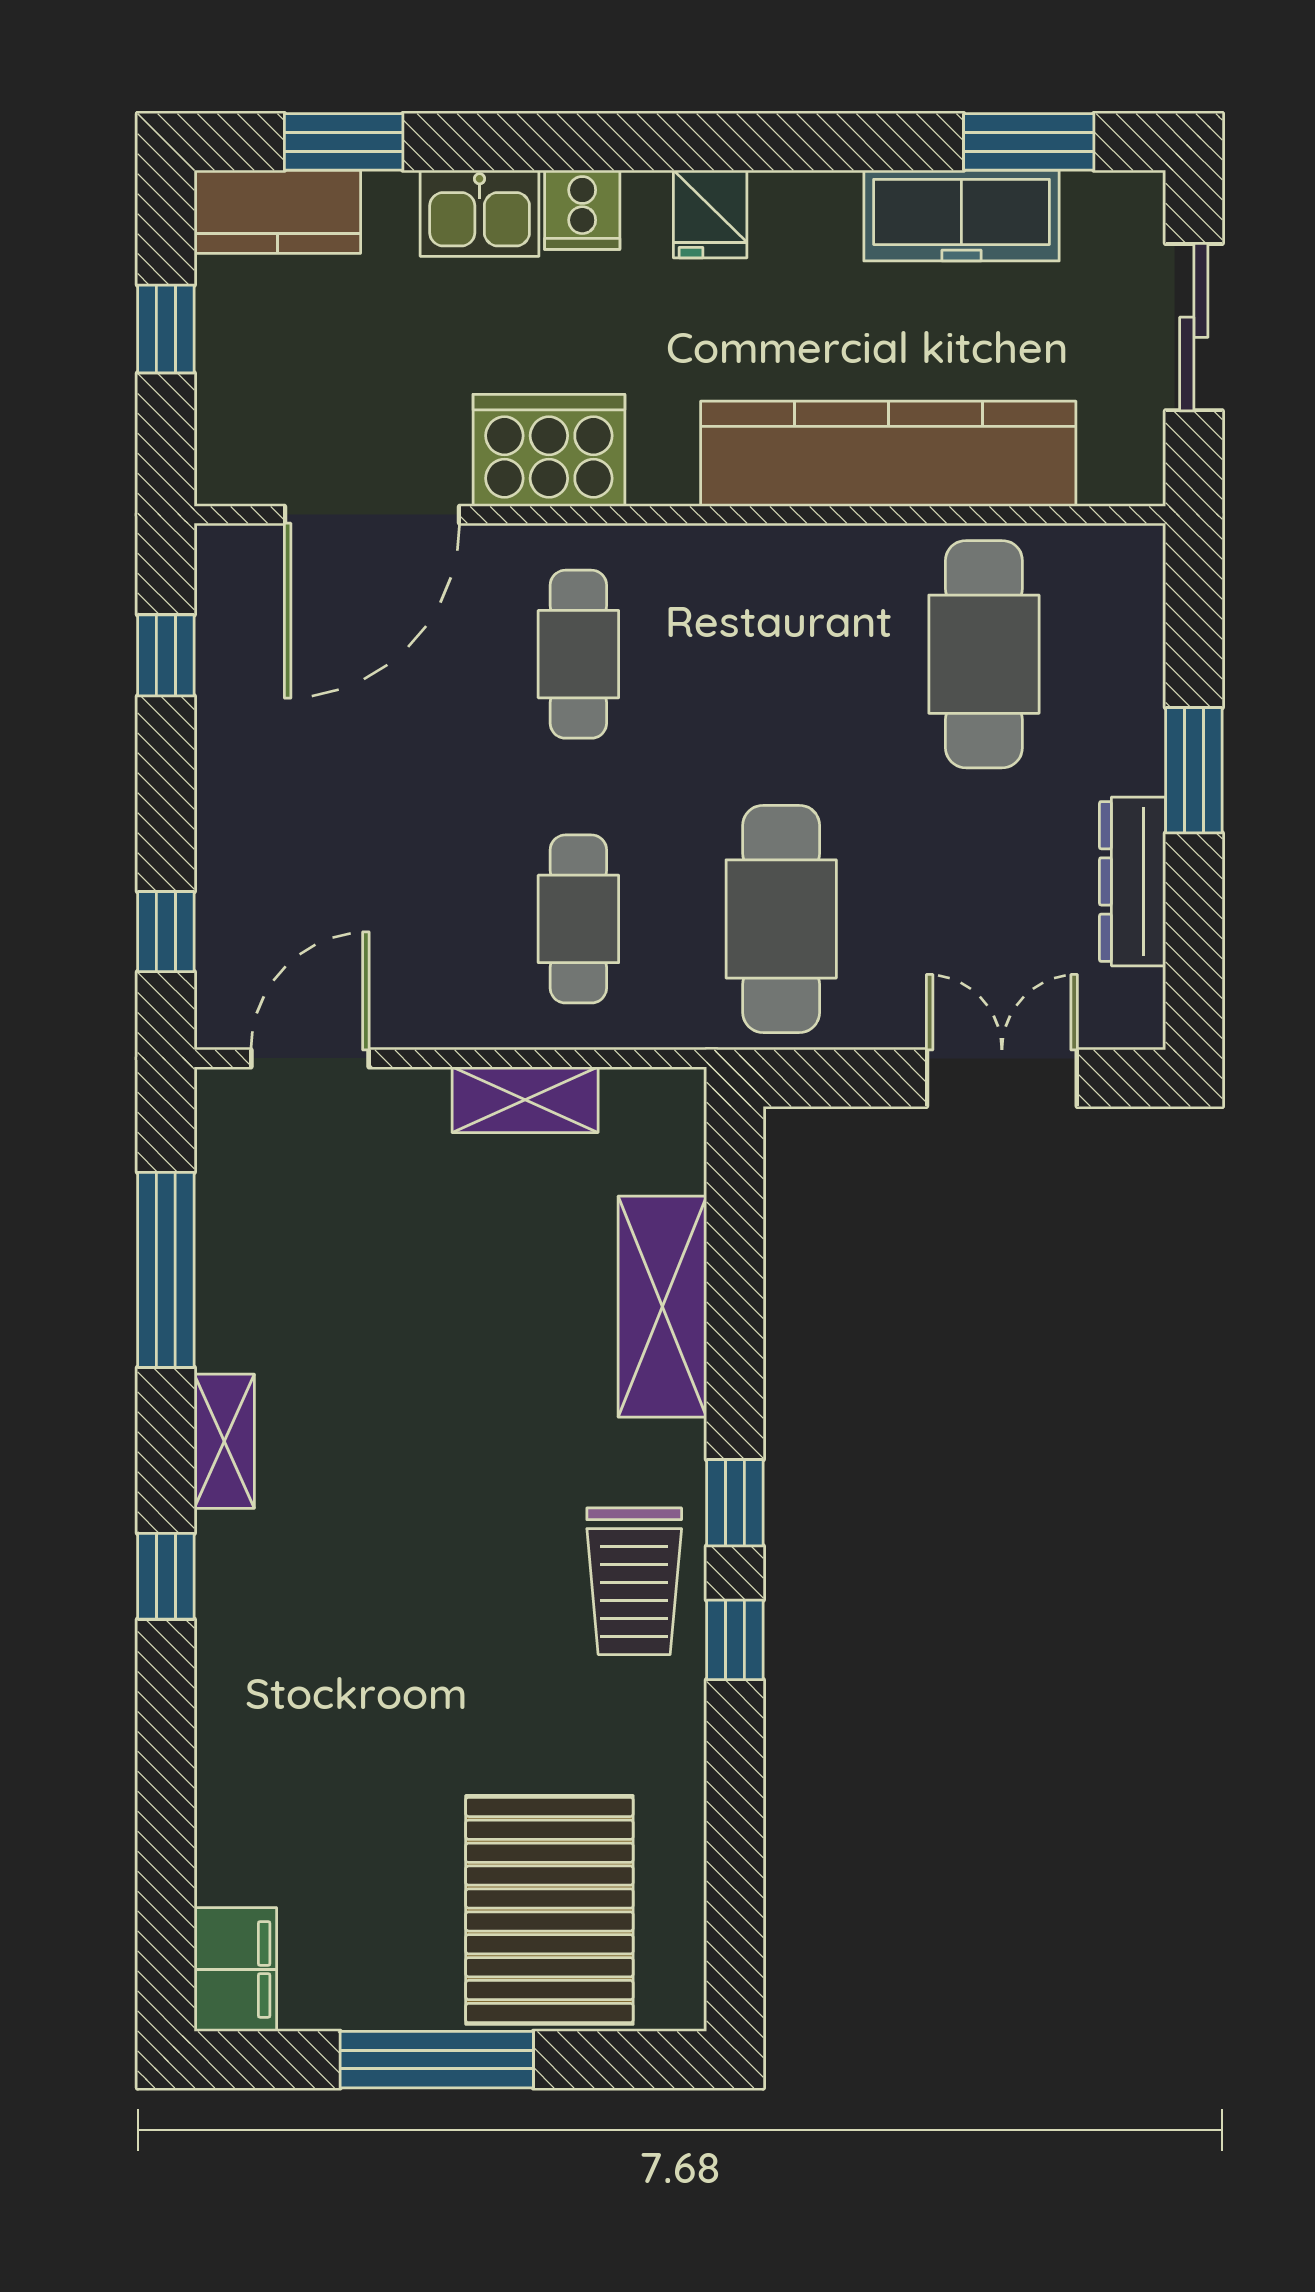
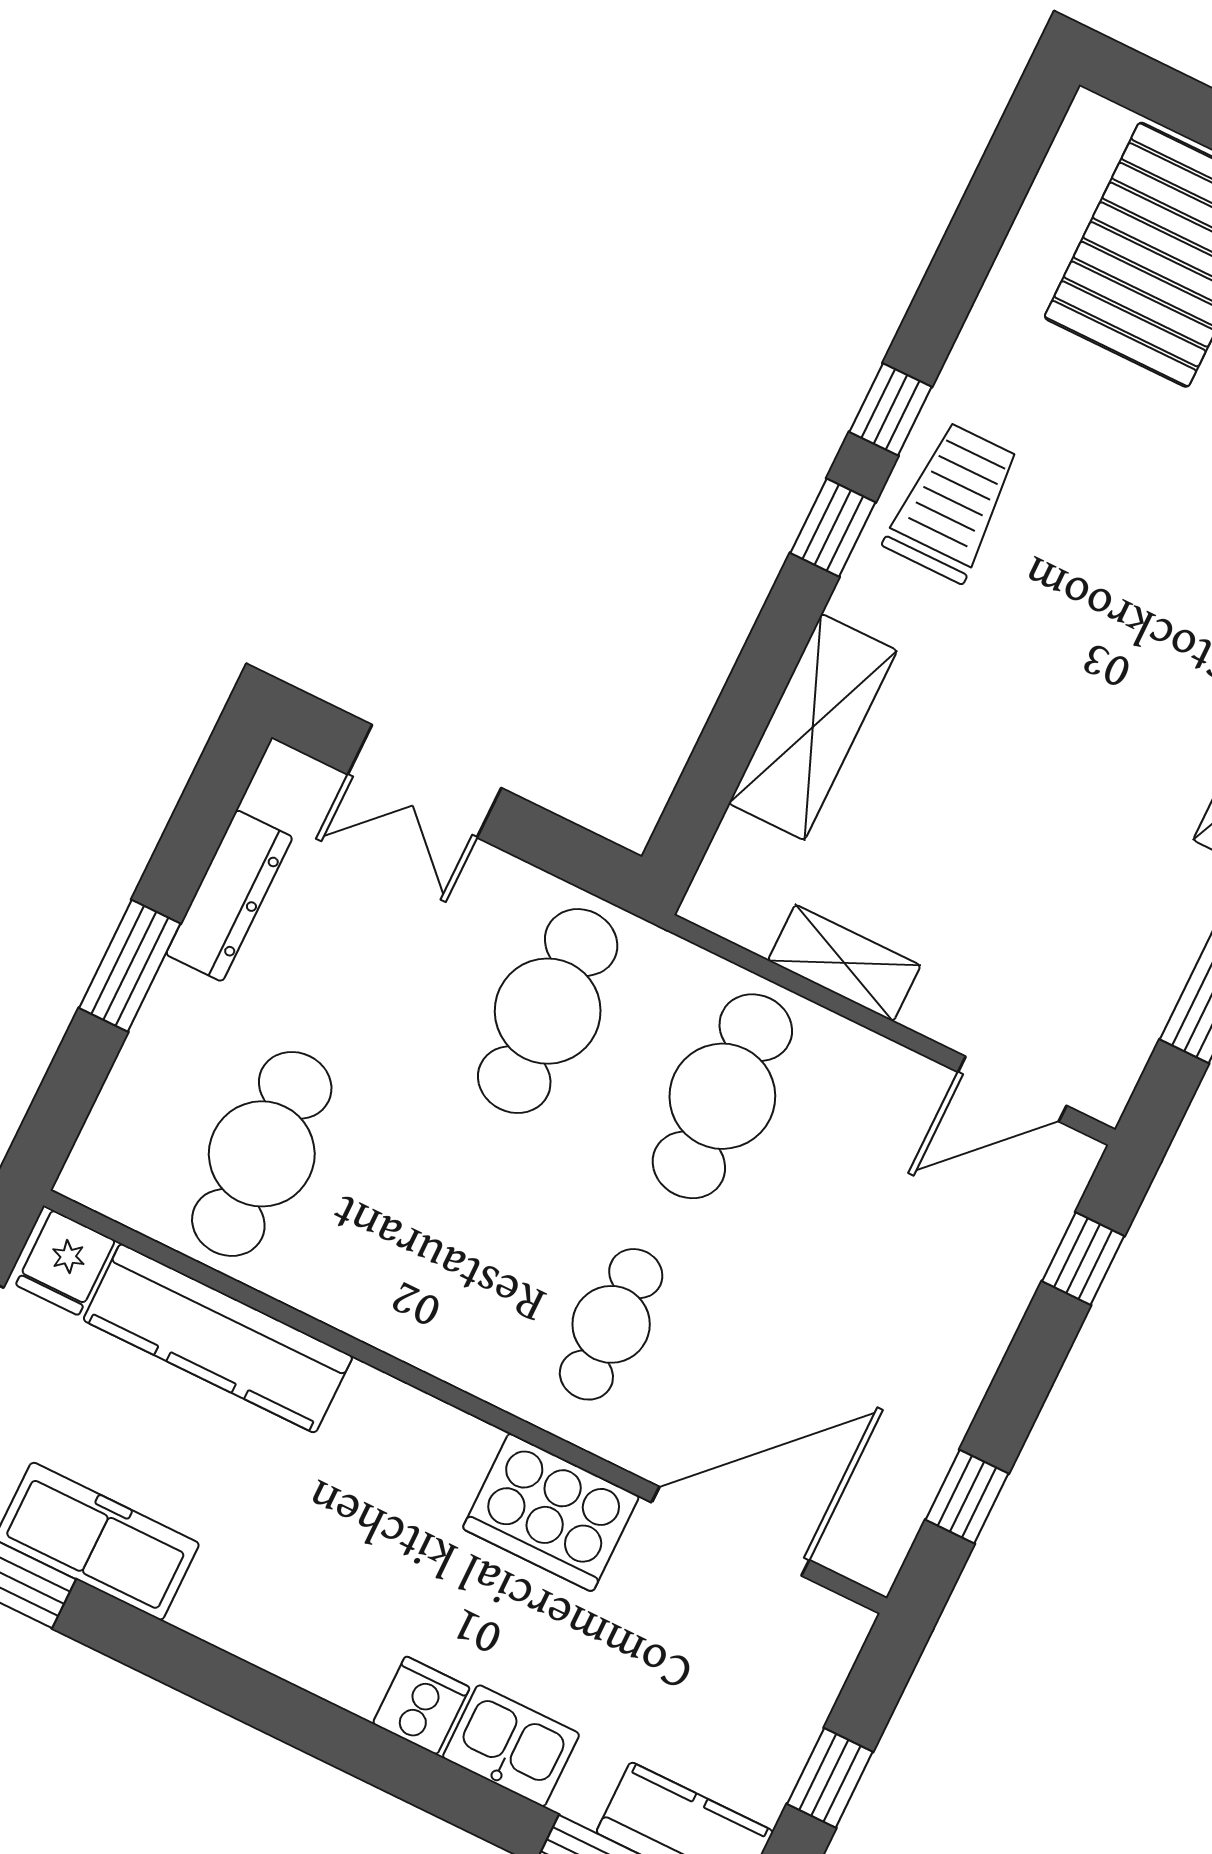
fridge: (710, 214) -> (65, 1263), moved, turned 180
kitchen counter: (888, 454) -> (218, 1338), width x0.72, depth x0.86
cafe table: (578, 919) -> (722, 1096), width x1.37, depth x1.35

